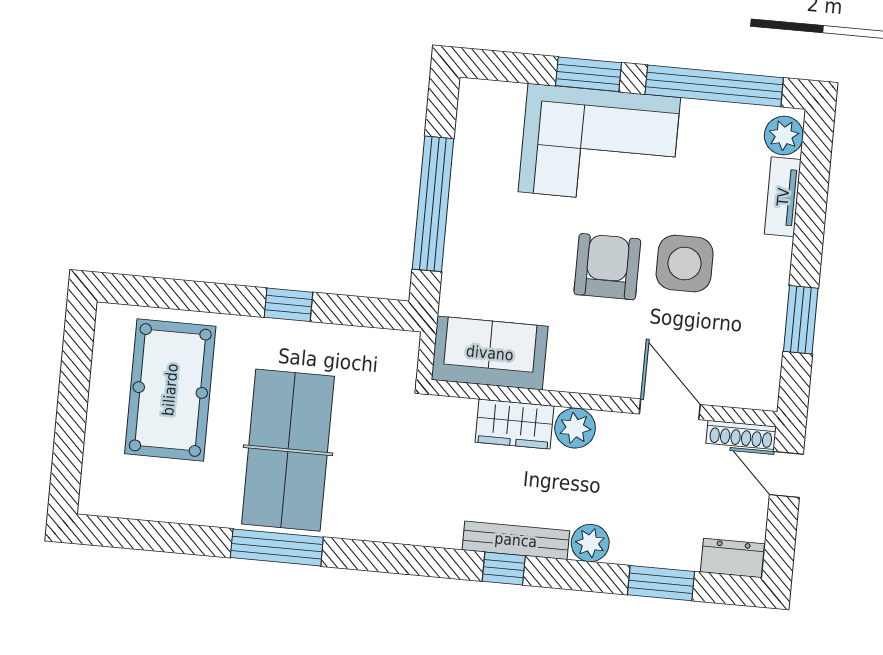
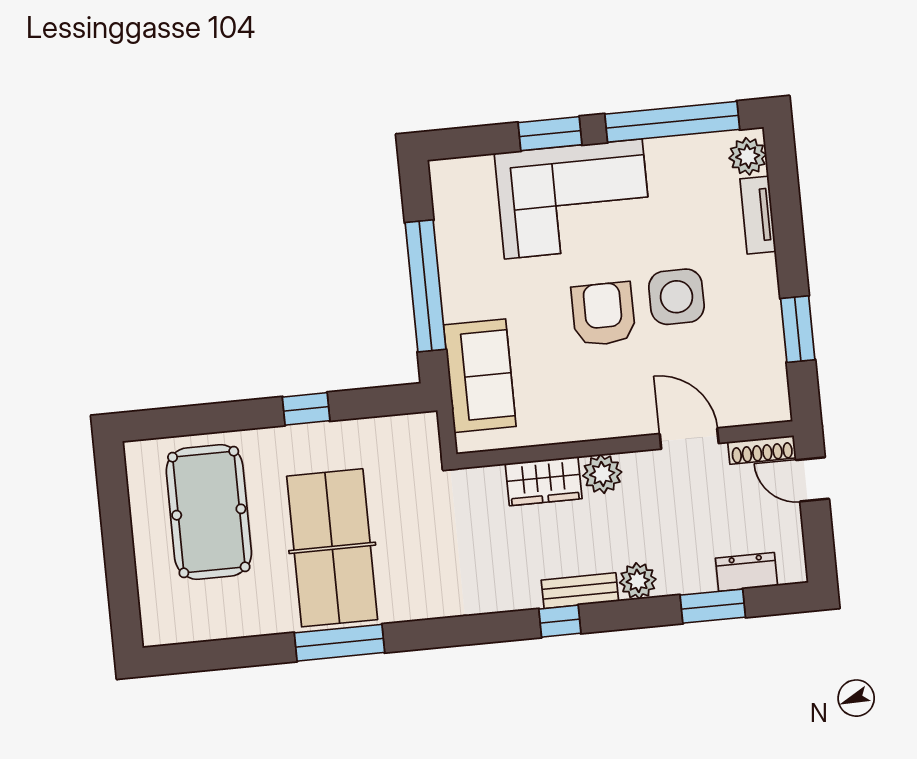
sofa: (490, 353) -> (480, 376), moved, turned 90
bench: (516, 540) -> (580, 591), width x0.73
dresser: (732, 558) -> (746, 572), moved

